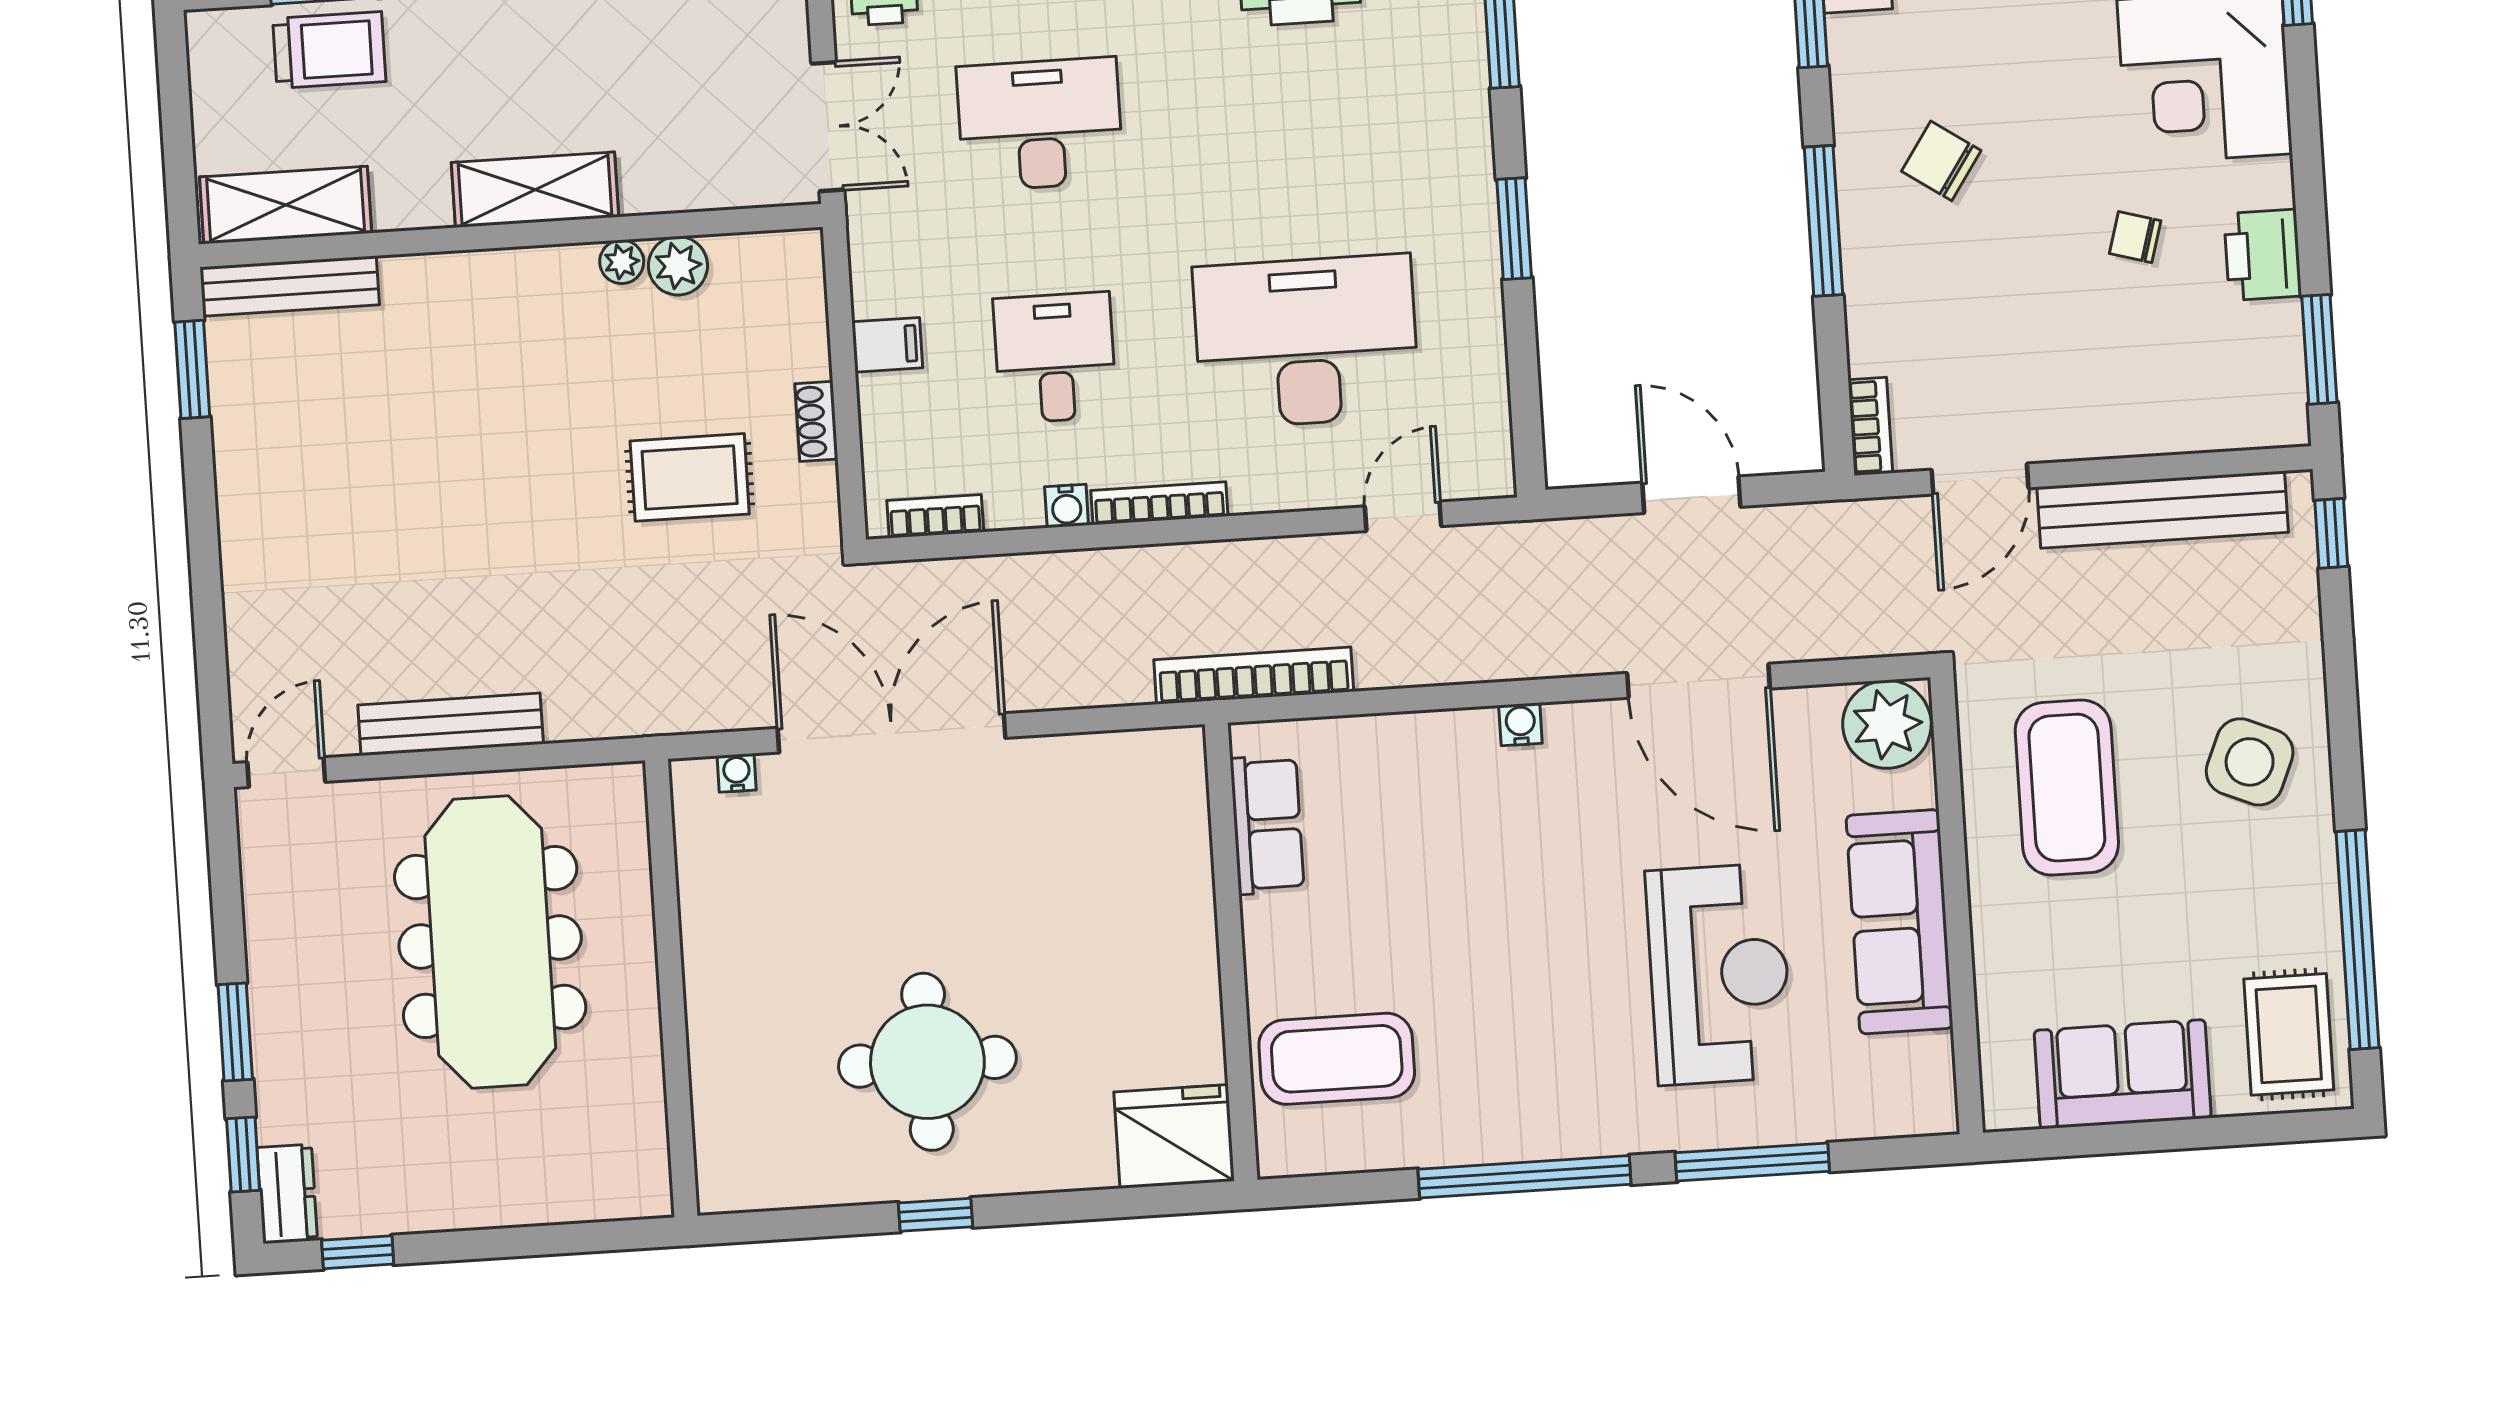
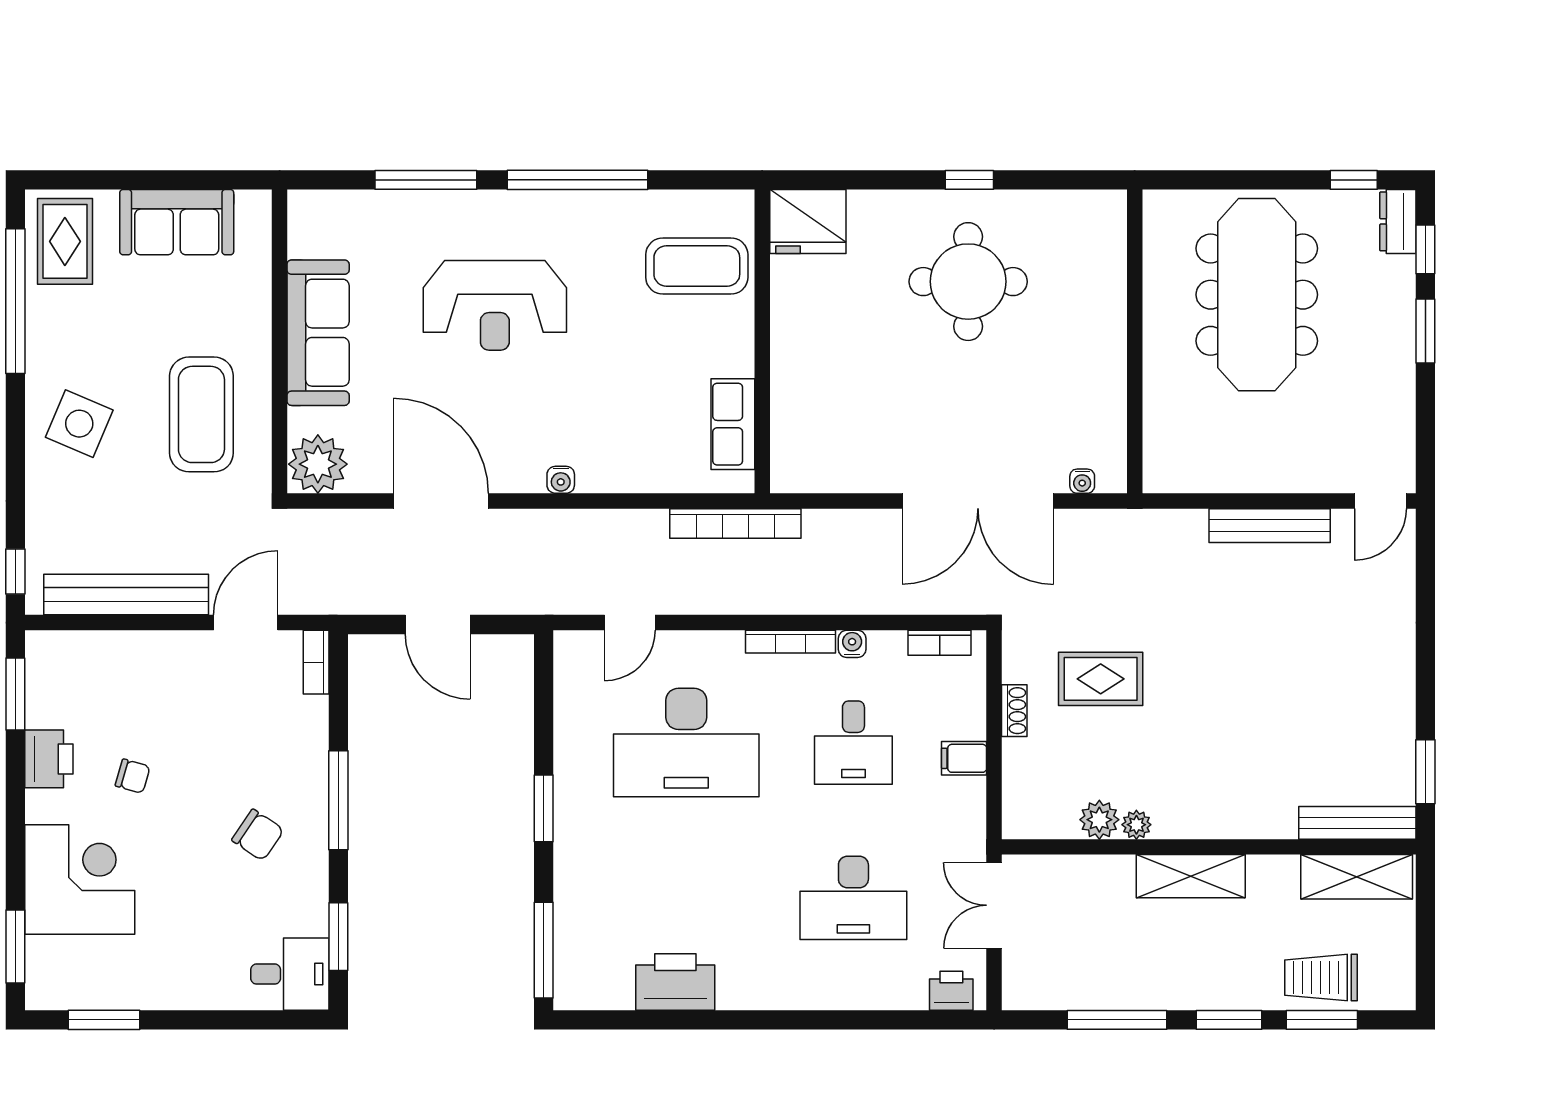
meeting table: (490, 942) -> (1257, 295), moved
reception desk: (1719, 974) -> (495, 305), moved, turned -90

